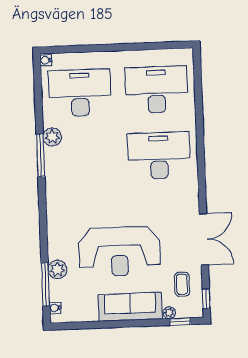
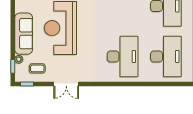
double door: (204, 239) -> (66, 84), width x0.73

